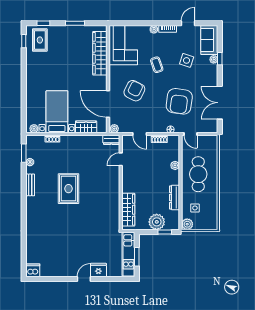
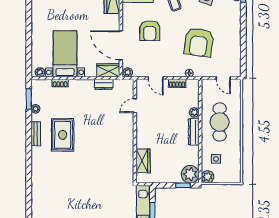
armchair: (134, 91) -> (150, 31), turned 153
double door: (220, 103) -> (243, 44), removed
wardrobe: (86, 127) -> (108, 70), moved
door: (190, 134) -> (223, 78), moved
dresser: (111, 140) -> (104, 84), moved
rug: (69, 189) -> (63, 135), moved
dresser: (175, 197) -> (194, 132), moved
wardrobe: (128, 210) -> (143, 161), width x0.67
plant: (157, 222) -> (190, 174), moved

